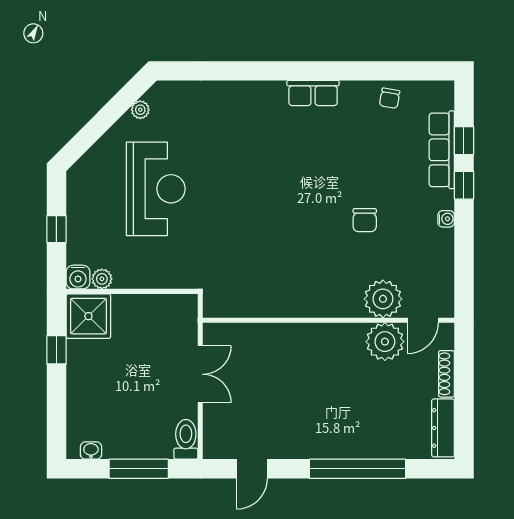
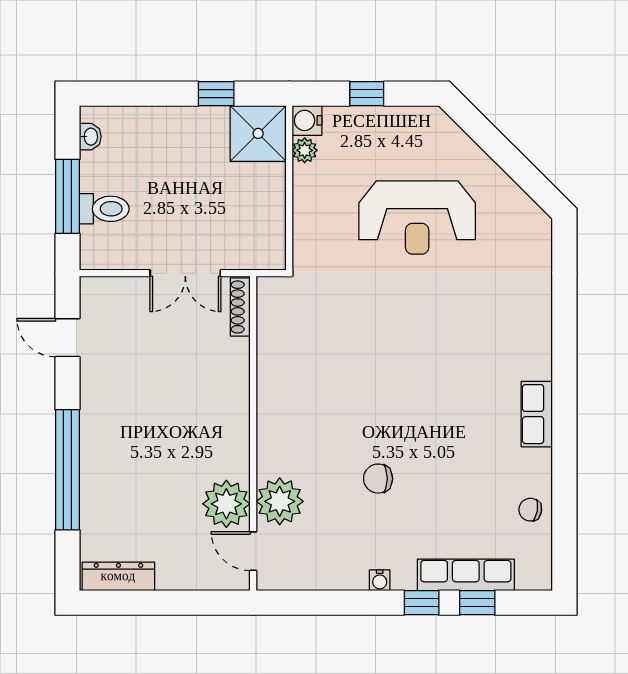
plant: (140, 110) -> (516, 198), removed
shoe rack: (446, 374) -> (240, 307), moved, turned -90
toilet: (186, 439) -> (104, 209), moved

